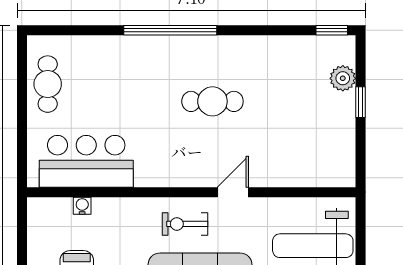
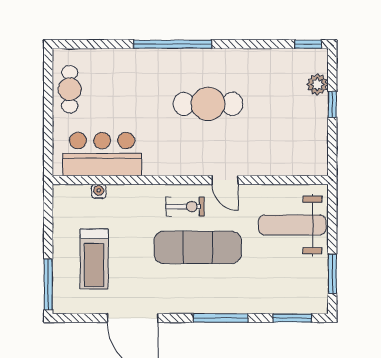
cafe table: (212, 101) -> (208, 104), width x1.37, depth x1.35
door: (233, 192) -> (225, 180), swing flipped
exercise bike: (185, 224) -> (185, 207), turned 180

